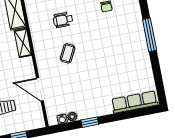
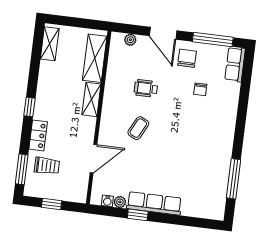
window: (150, 35) -> (234, 179), moved
door: (40, 89) -> (93, 159), swing flipped
row of seats: (135, 102) -> (154, 203), moved

